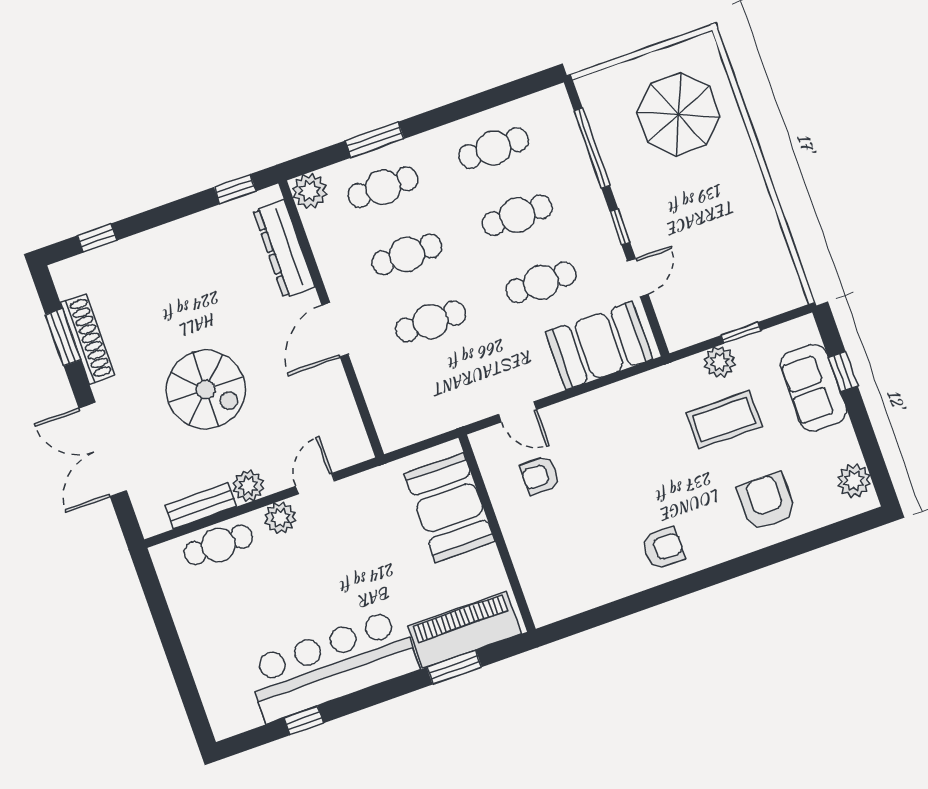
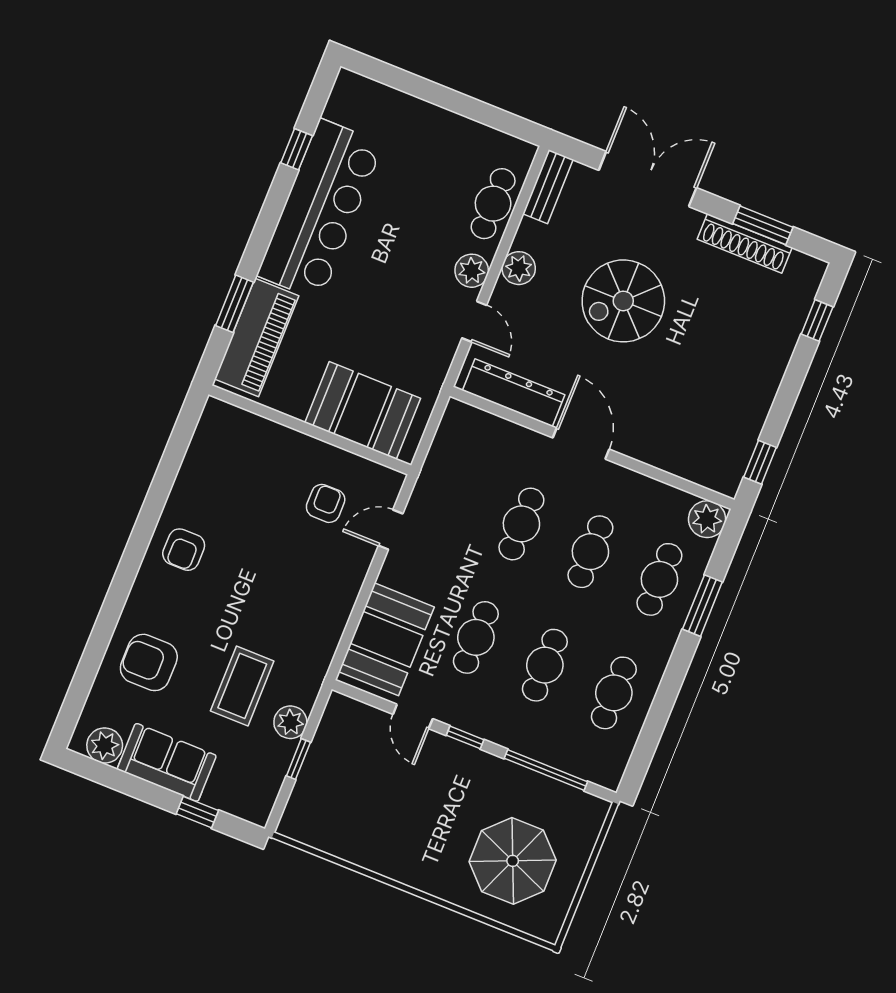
dresser: (284, 249) -> (514, 393), moved
sofa: (813, 388) -> (167, 762), moved
armchair: (766, 502) -> (149, 662), turned 180
bench: (201, 506) -> (548, 187), moved

